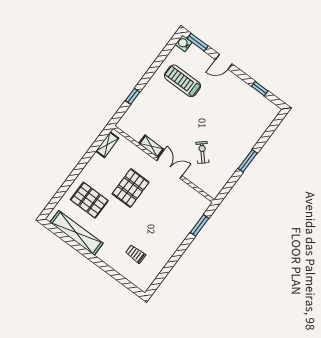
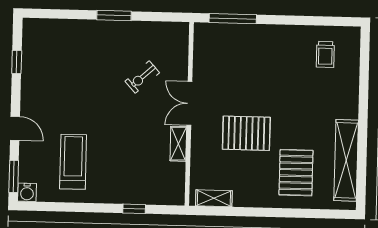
treadmill: (183, 81) -> (73, 162), turned 180
window: (199, 225) -> (233, 19), width x1.44
trolley: (136, 254) -> (325, 54), moved

